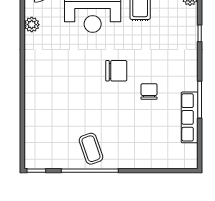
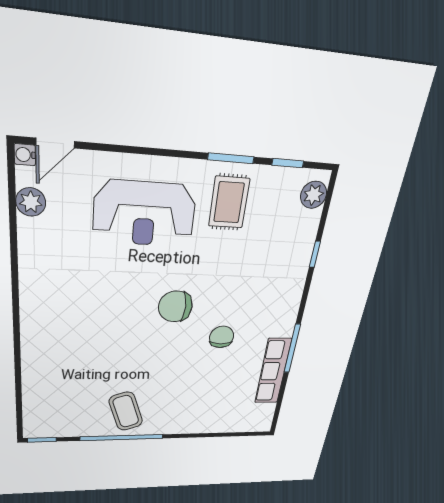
plant: (32, 25) -> (31, 202), moved
chair: (116, 71) -> (175, 306), turned 180

